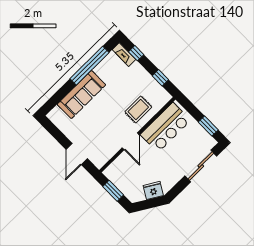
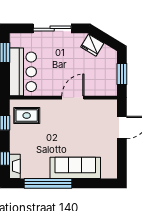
rug: (138, 109) -> (27, 116), moved
bar counter: (166, 127) -> (23, 72), moved, turned 90
sliding door: (201, 166) -> (52, 28), moved

